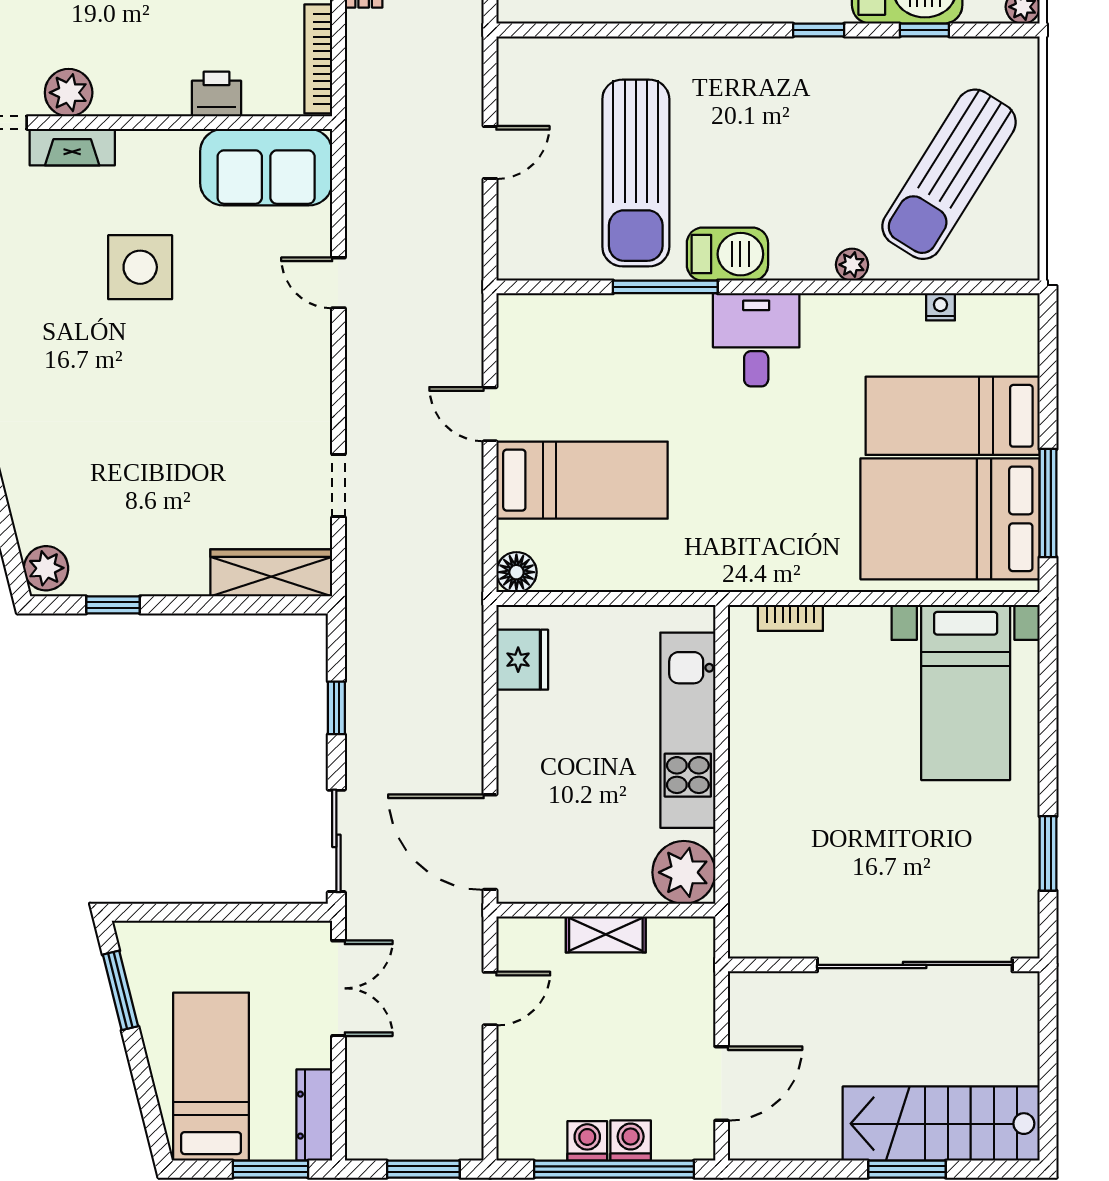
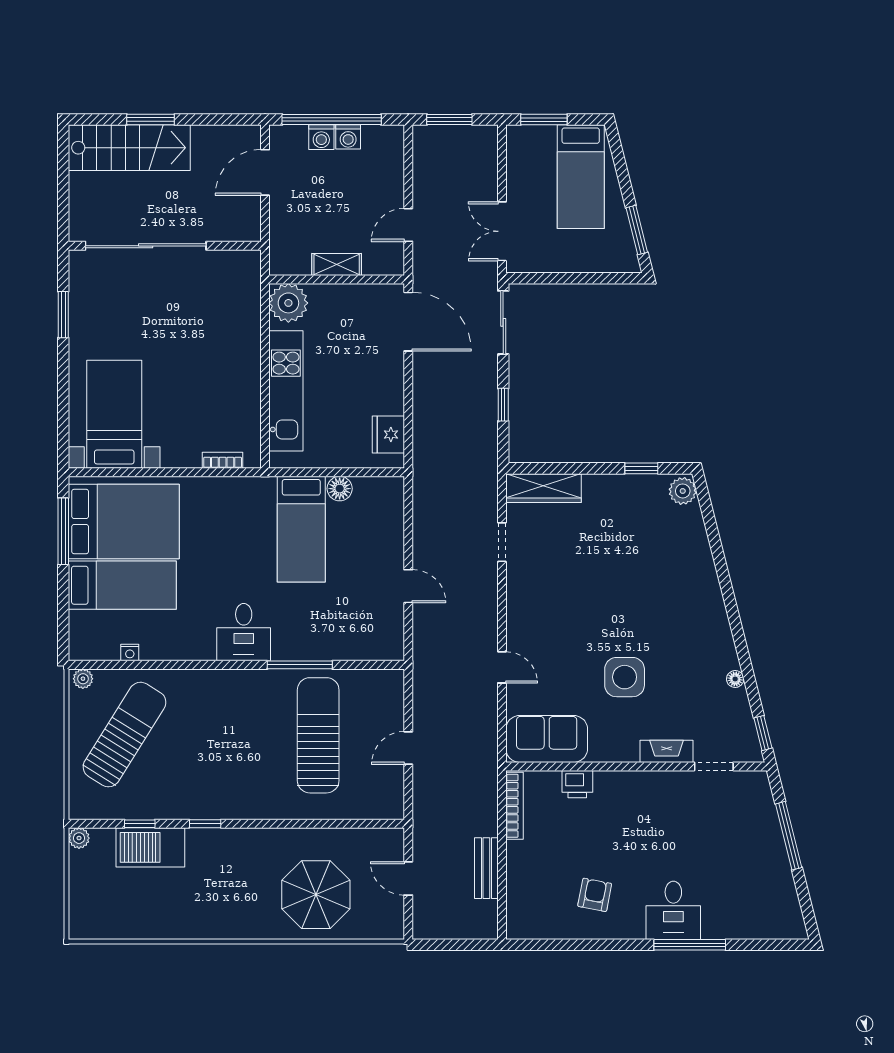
plant: (69, 93) -> (669, 785), removed
barbecue: (727, 254) -> (261, 685), removed
plant: (852, 265) -> (83, 679), moved
bed: (582, 480) -> (301, 529), moved, turned -90
floor lamp: (516, 572) -> (340, 489), moved
dresser: (314, 1115) -> (517, 153), removed

